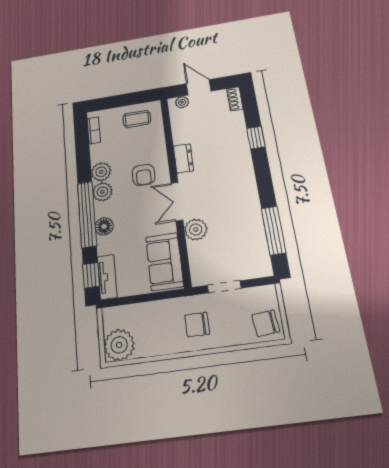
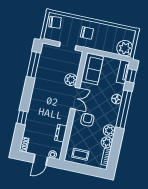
door: (199, 87) -> (40, 160), hinge flipped
dresser: (184, 158) -> (61, 133), moved
plant: (102, 192) -> (107, 142), moved
plant: (119, 345) -> (125, 48), moved

